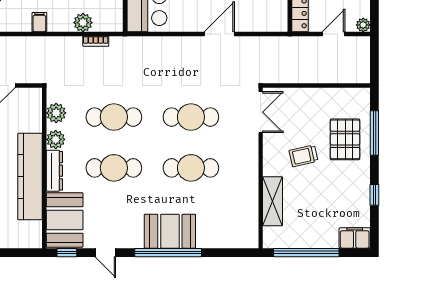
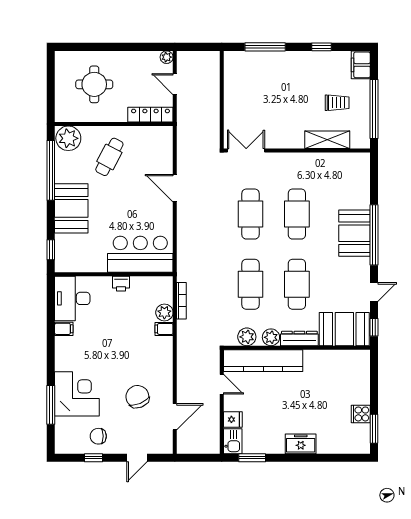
filing cabinet: (39, 22) -> (164, 329), moved
bookcase: (96, 41) -> (181, 301), width x1.56
pallet: (345, 139) -> (271, 74), removed
trolley: (303, 156) -> (337, 103), moved, turned -77
kitchen counter: (30, 177) -> (263, 361), moved

